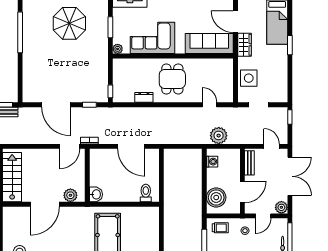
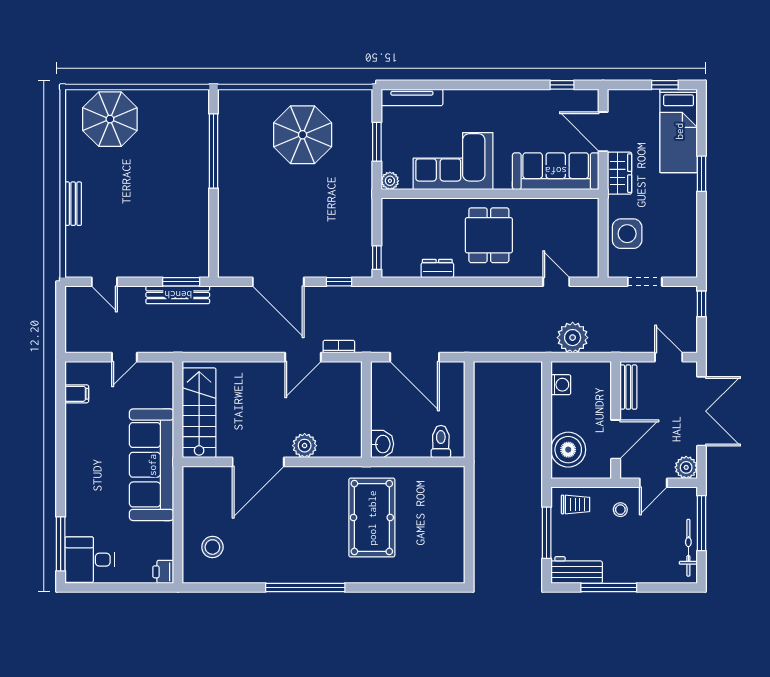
wall: (87, 175) -> (366, 409), moved
washbasin: (96, 194) -> (382, 444), moved

